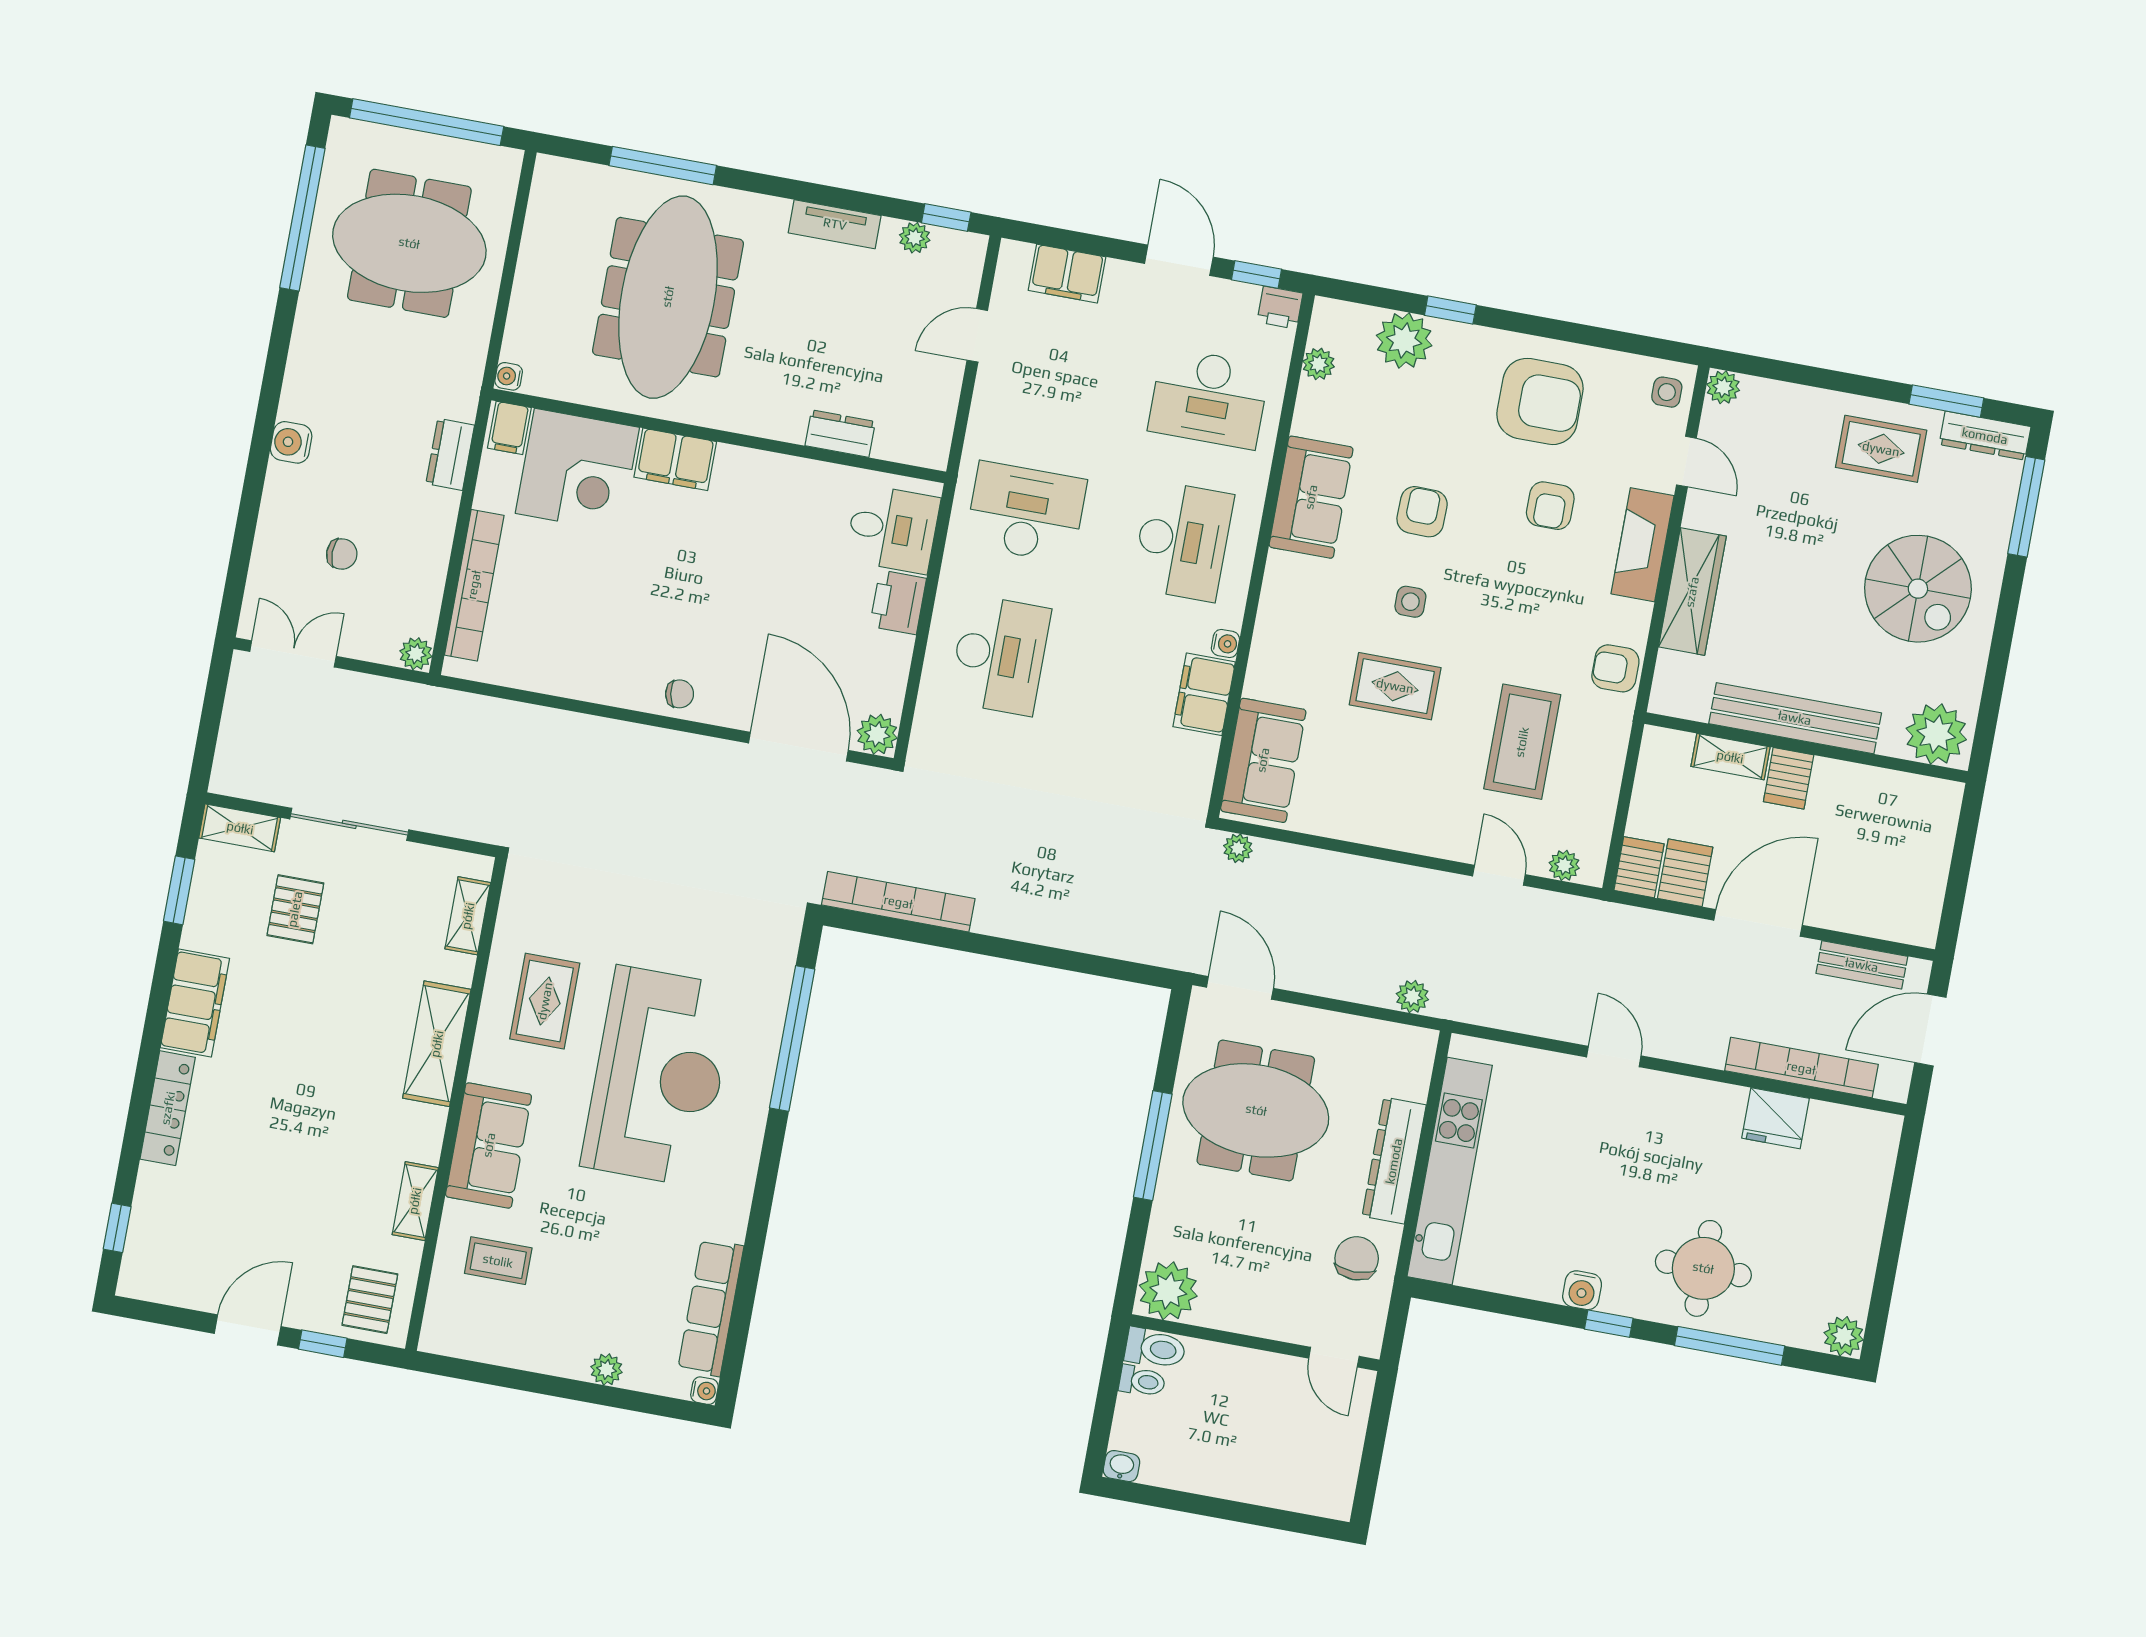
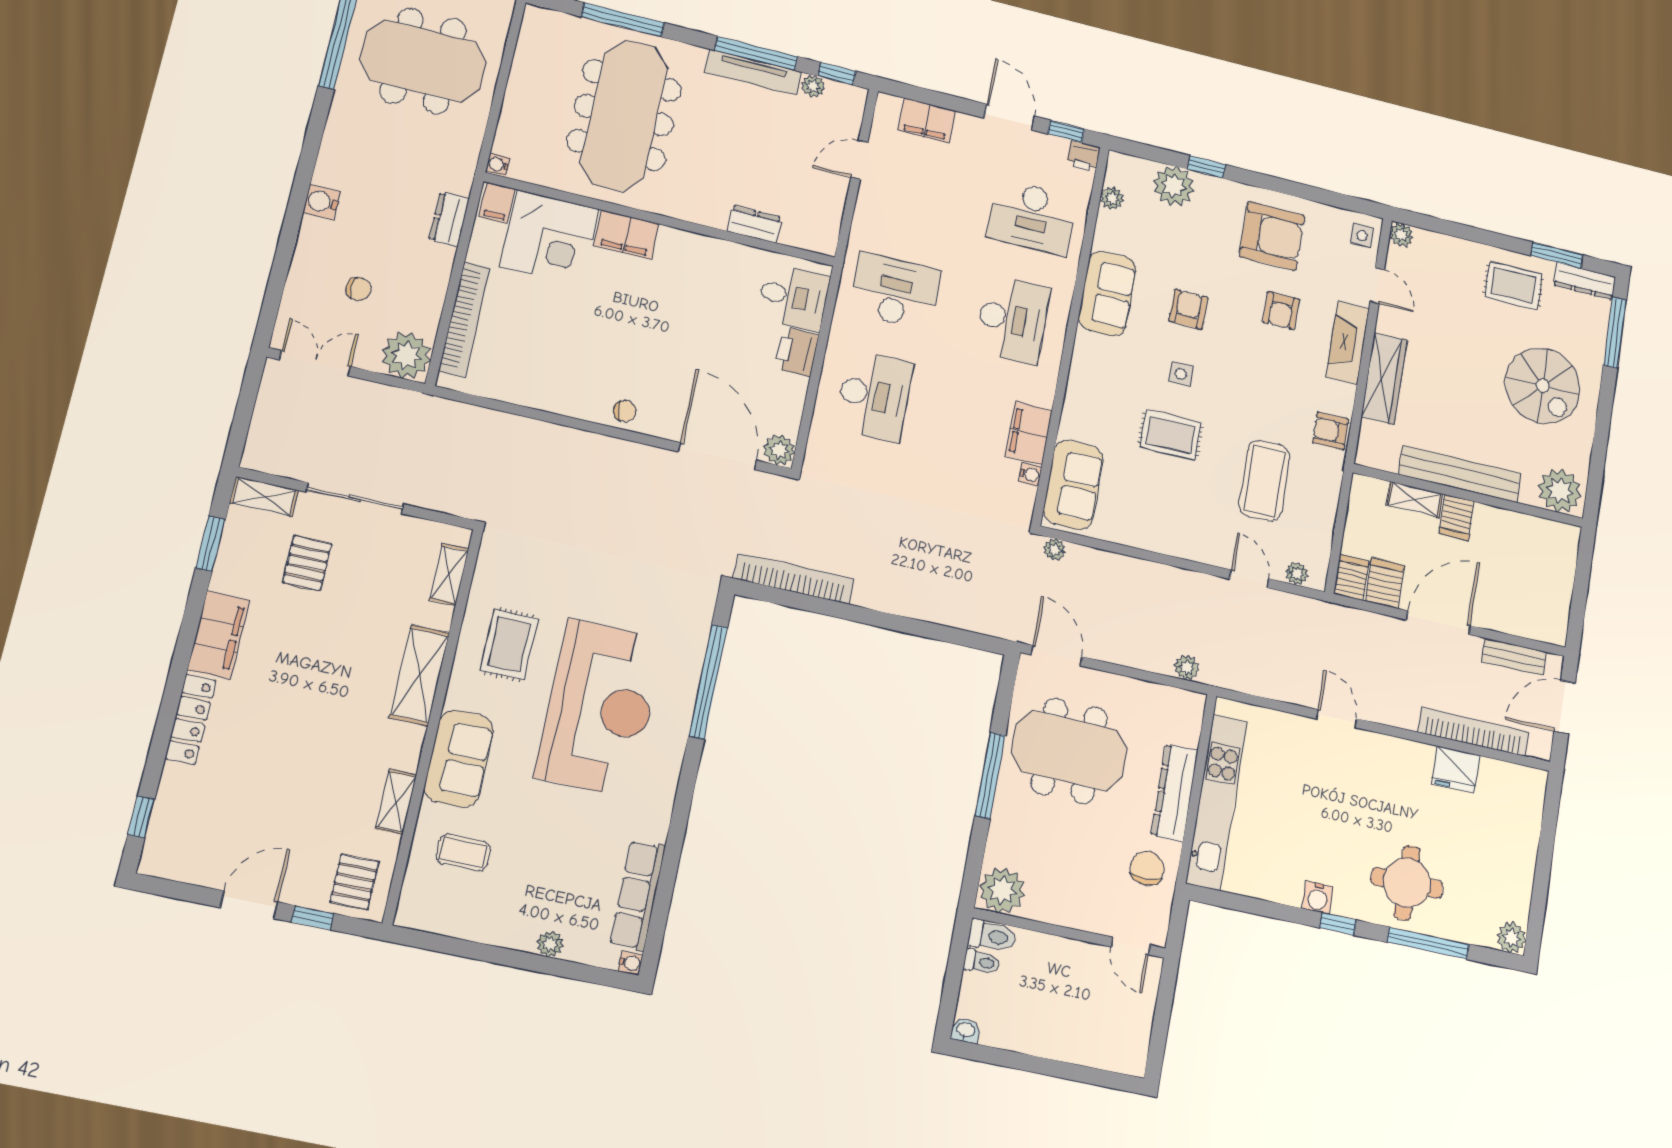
window: (838, 198) -> (756, 53), added
tv unit: (835, 224) -> (753, 72), width x1.41
water cooler: (1225, 644) -> (1030, 474), moved
plant: (416, 654) -> (406, 355), width x1.88, depth x1.88

